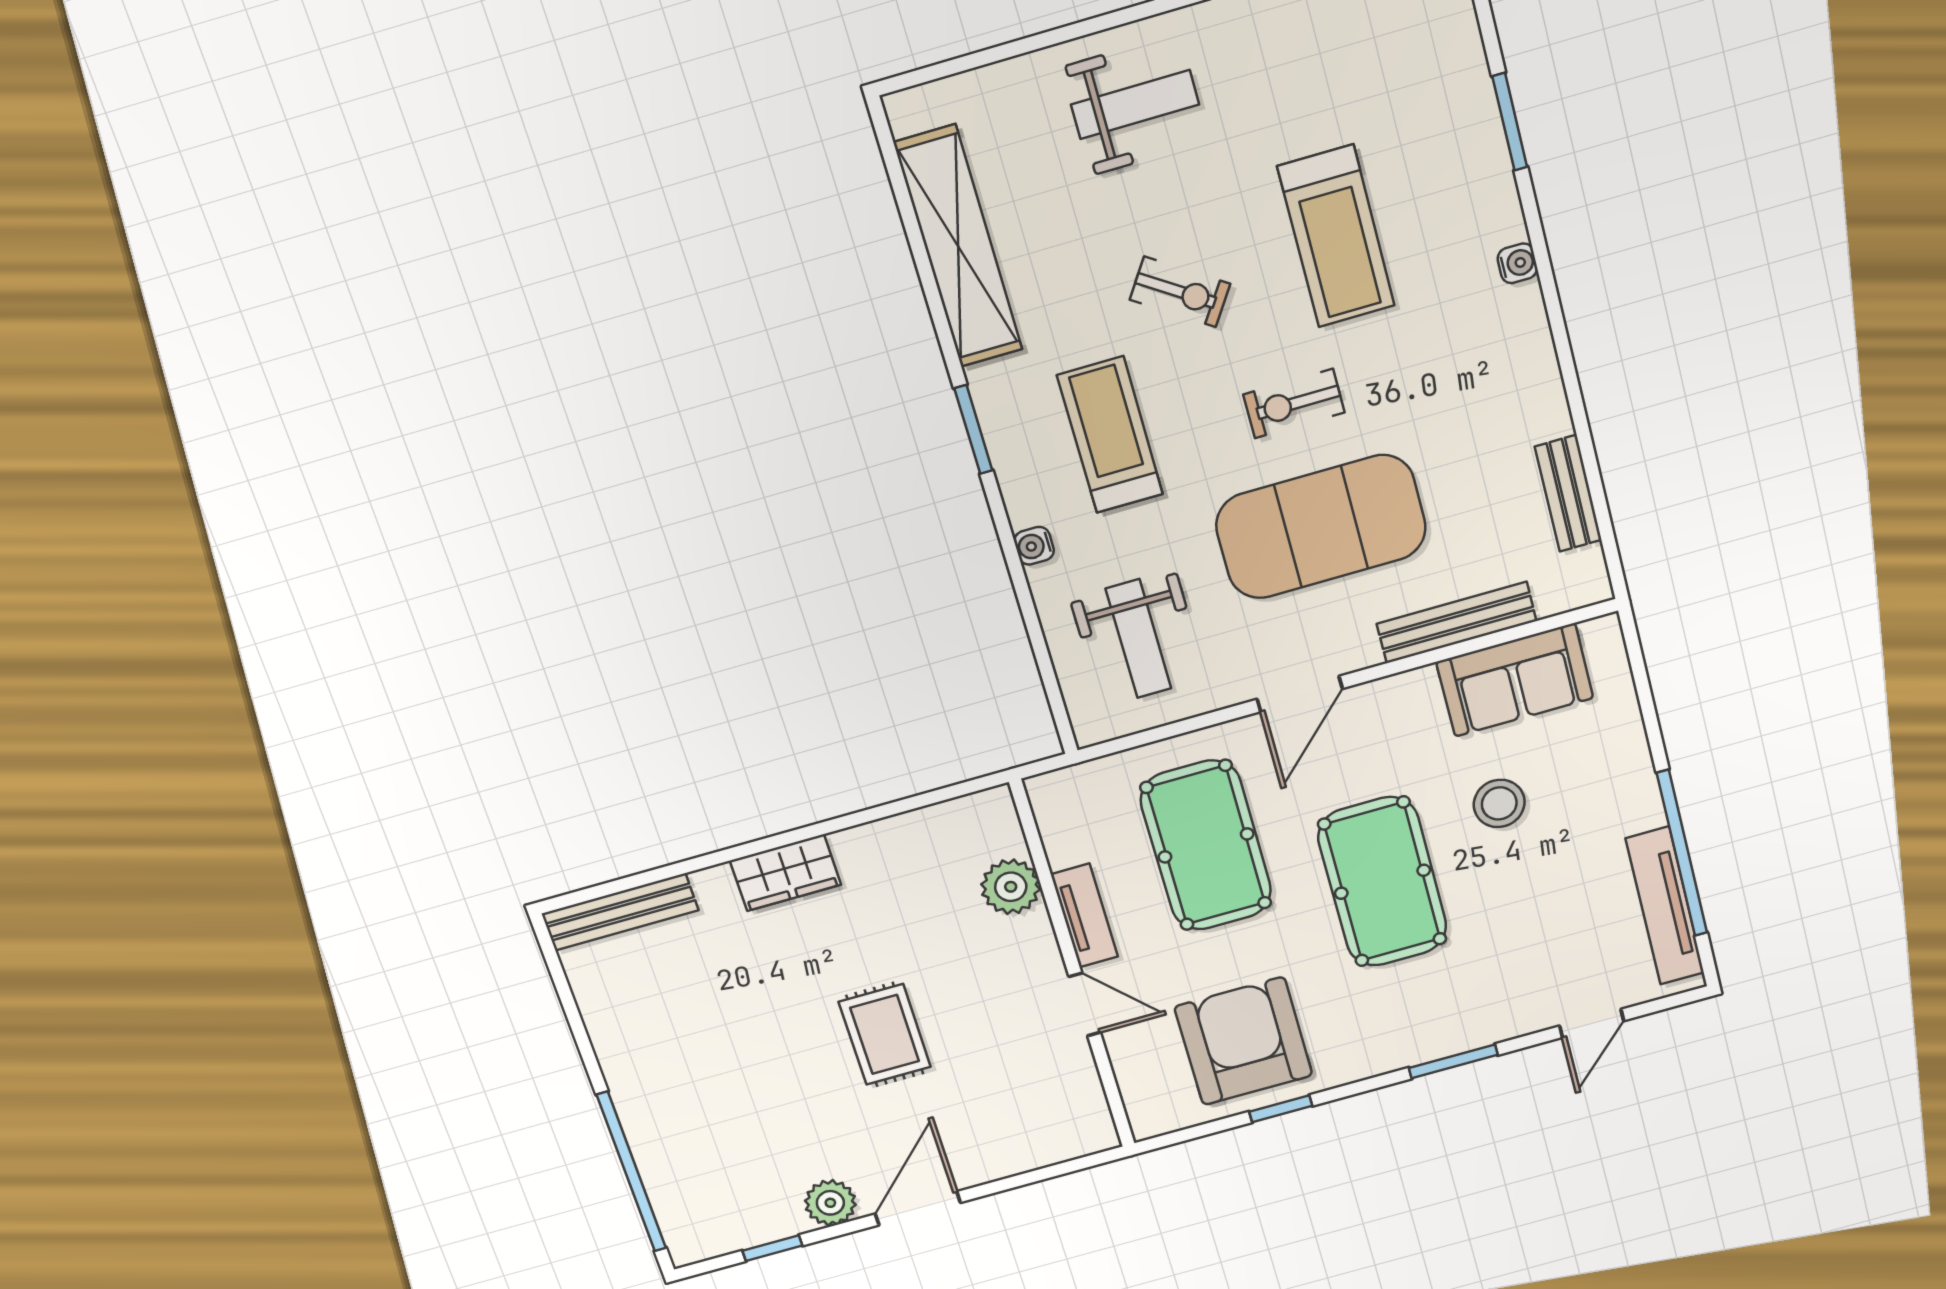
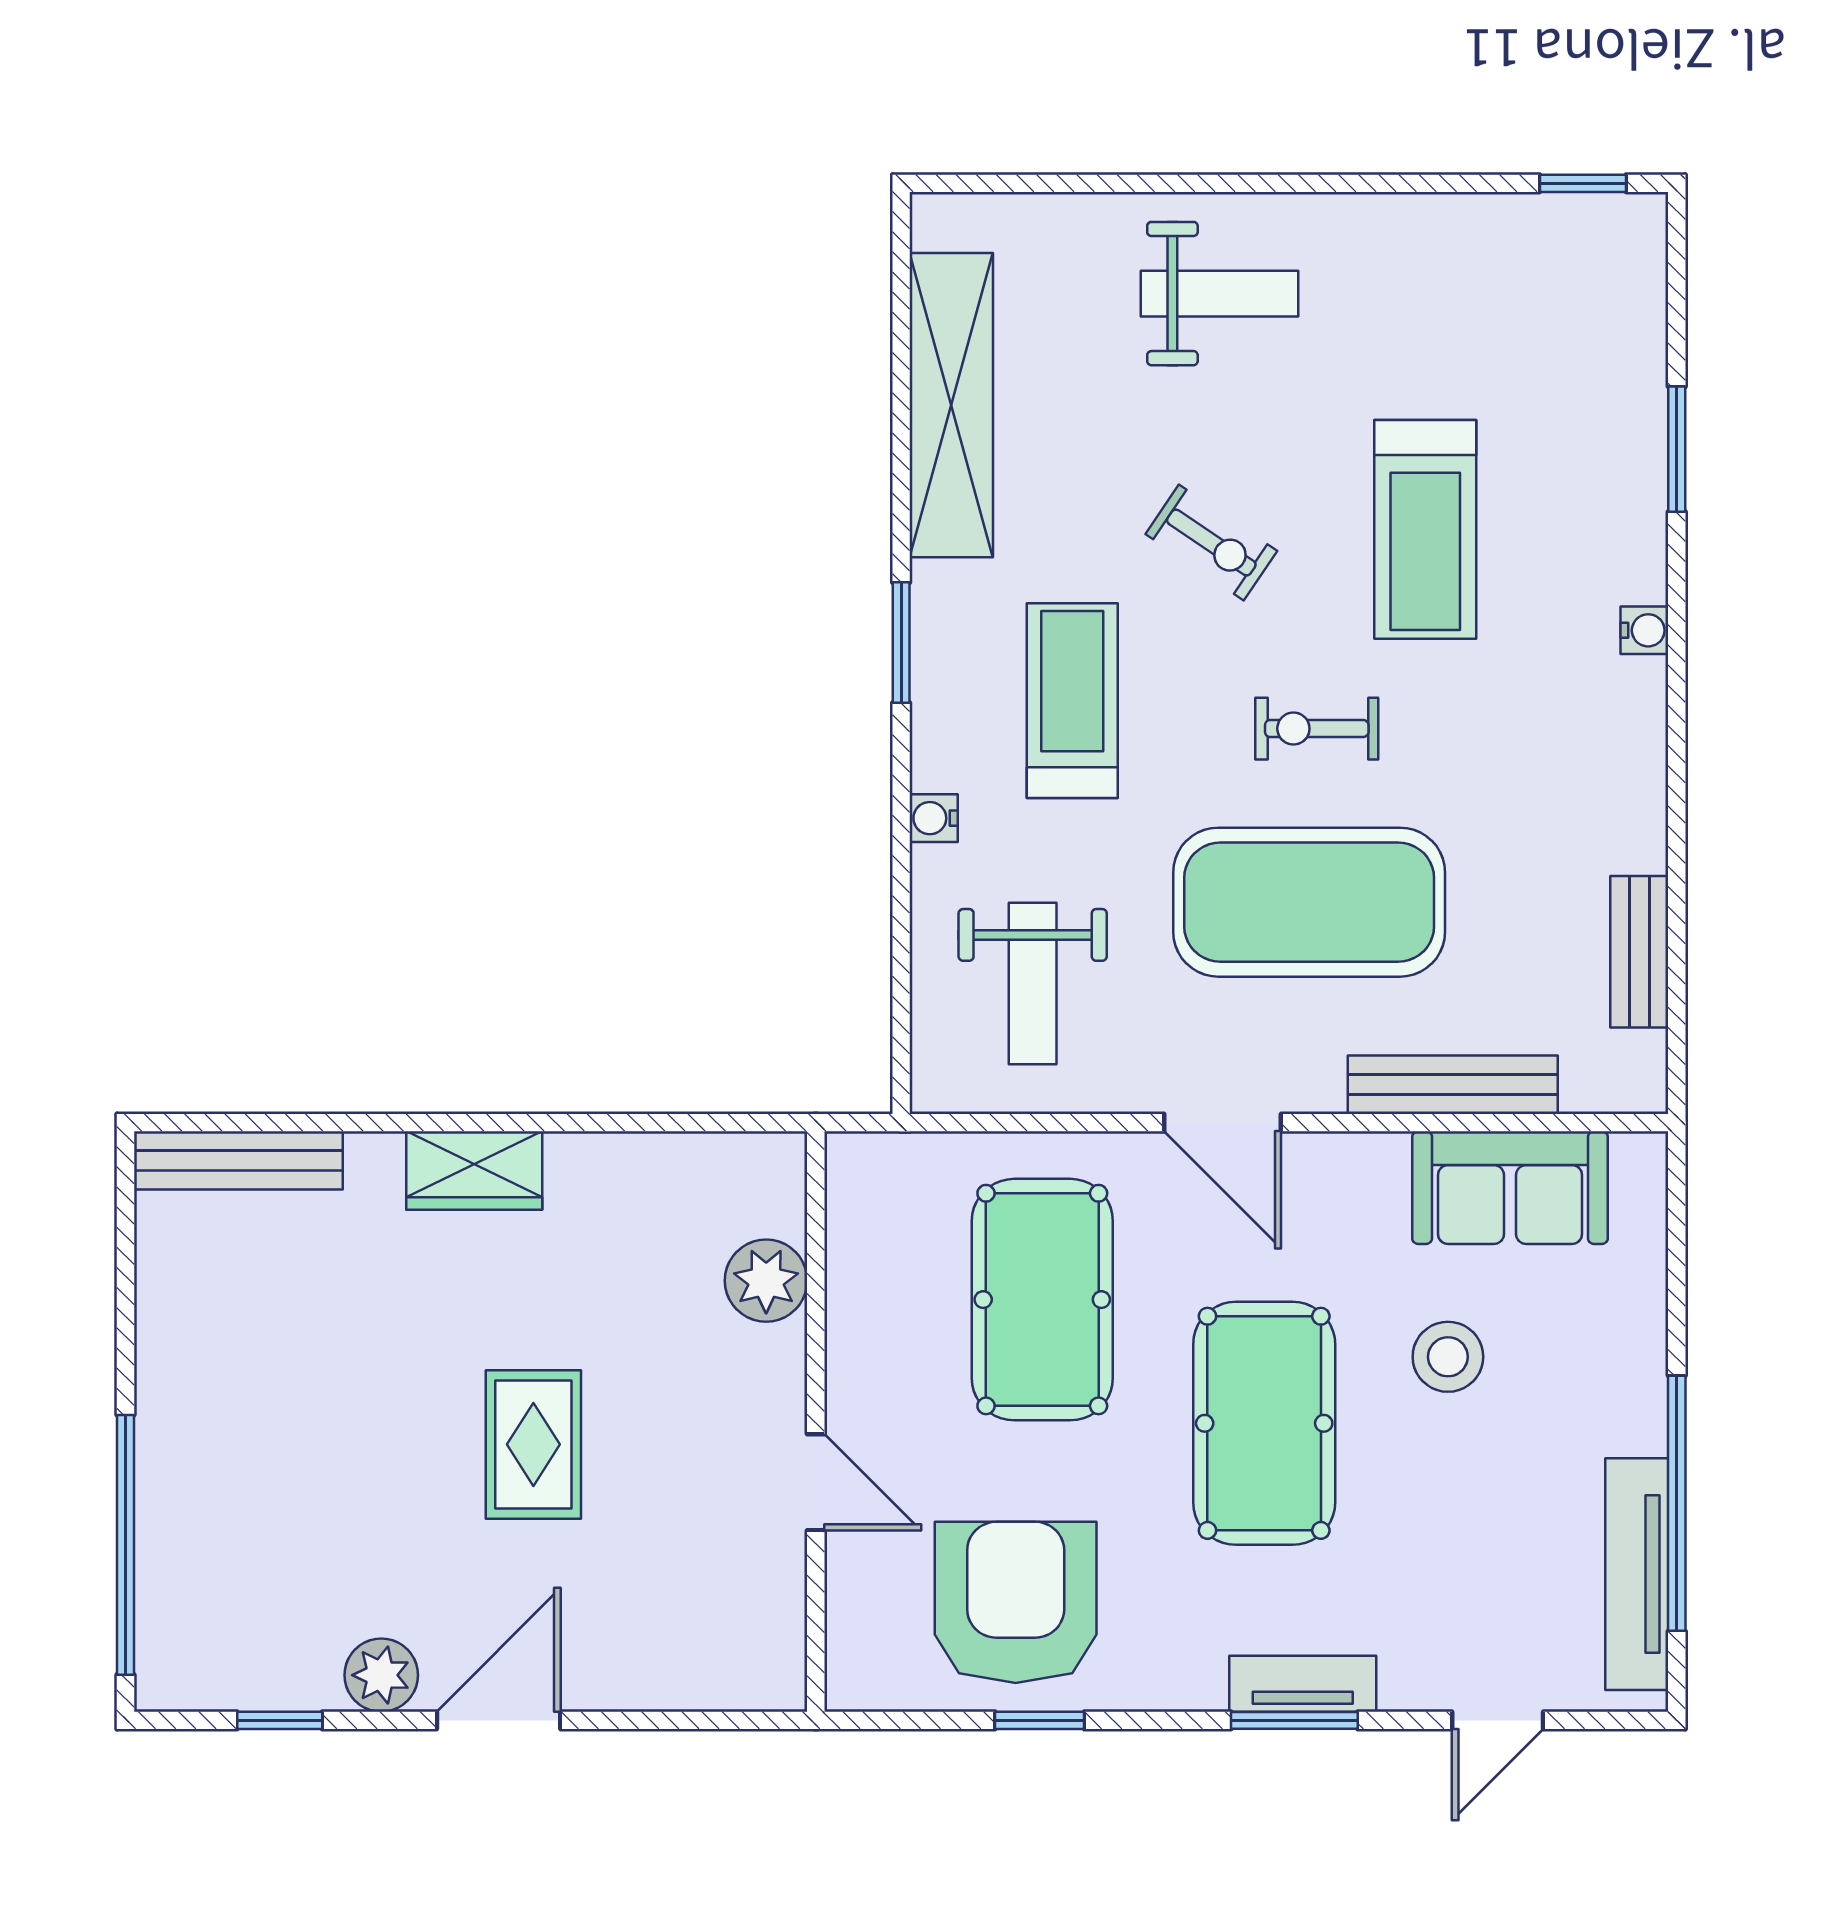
door: (1300, 694) -> (1223, 1123), hinge flipped
tv unit: (1084, 916) -> (1303, 1684), moved, turned -90

